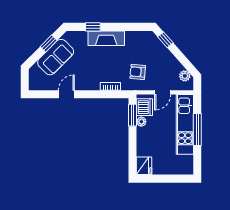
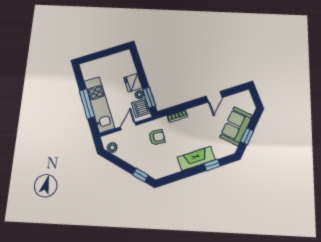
fridge: (144, 166) -> (133, 83), moved

